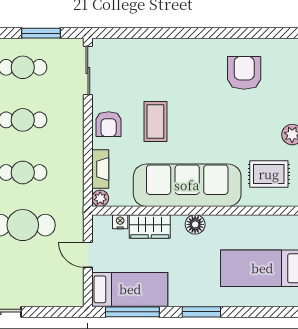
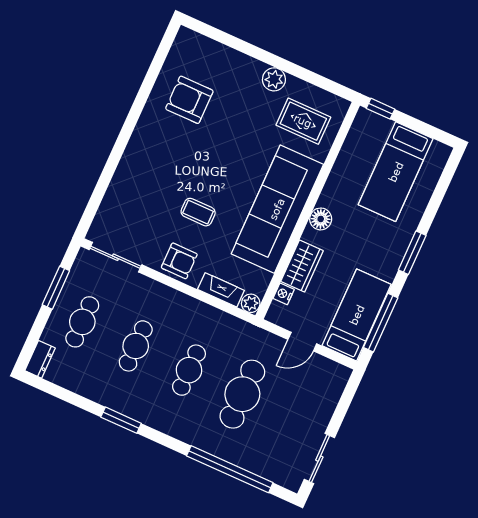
coffee table: (155, 122) -> (198, 212), width x0.73, depth x0.77
rug: (269, 174) -> (303, 121), turned 90

